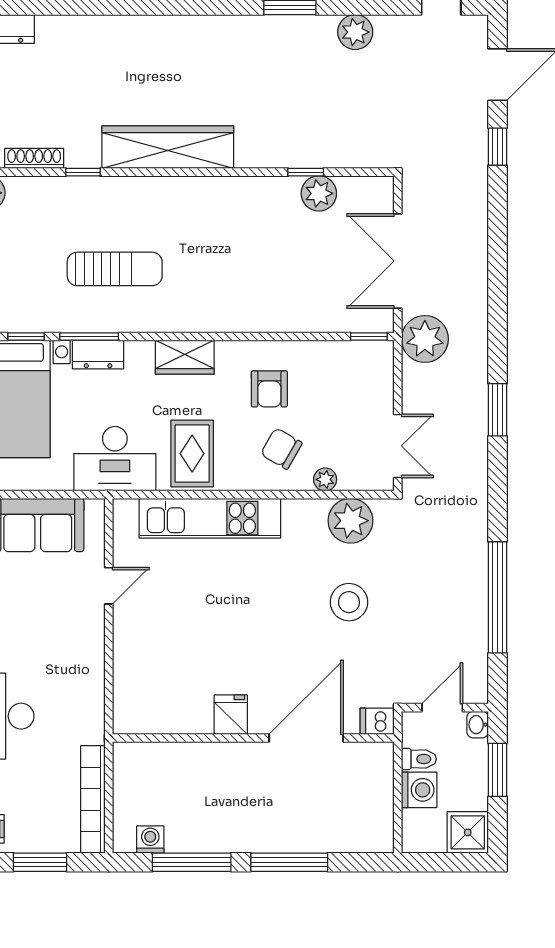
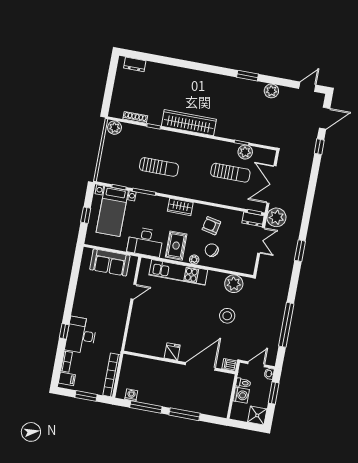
sun lounger: (292, 251) -> (230, 173), added
dresser: (98, 354) -> (253, 219), moved
armchair: (269, 389) -> (211, 226), turned 102
double door: (398, 446) -> (261, 240), moved
plant: (325, 479) -> (194, 260), moved

